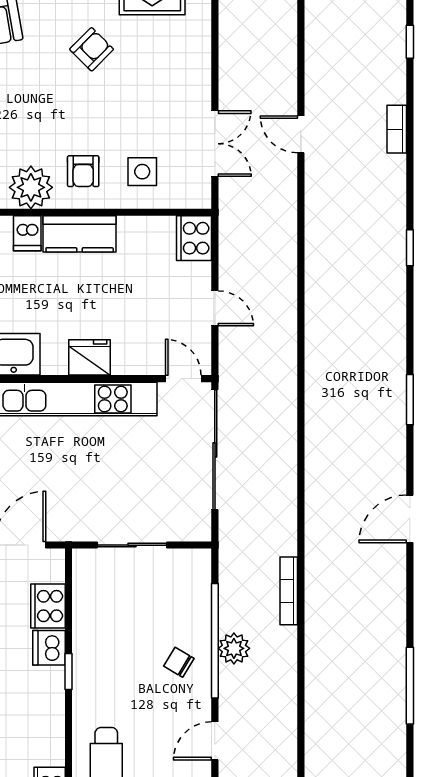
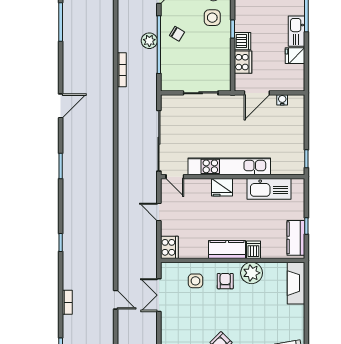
side table: (109, 694) -> (212, 18), added

